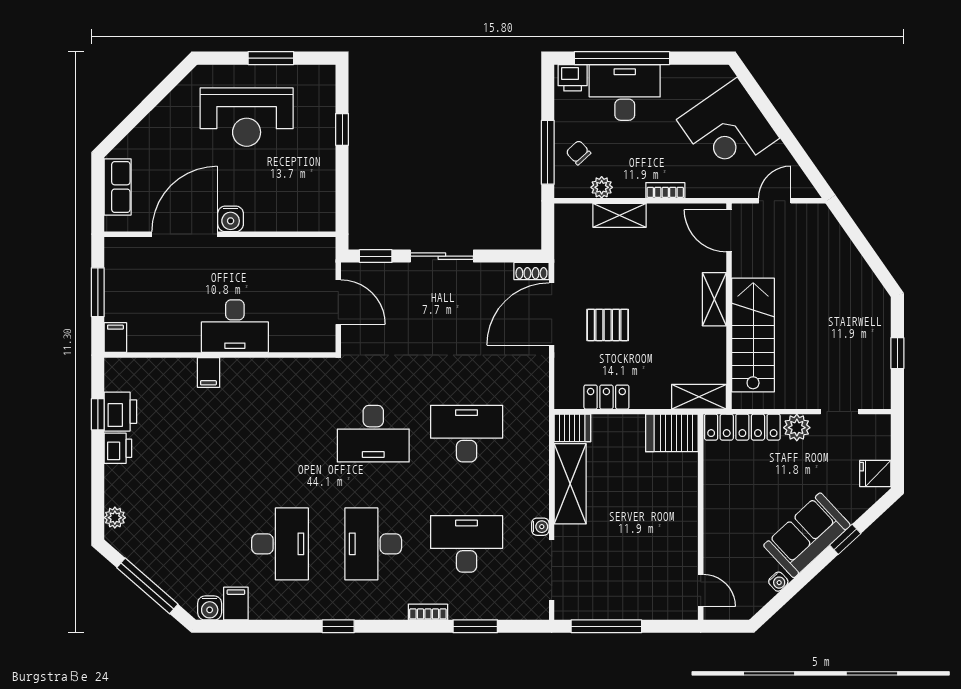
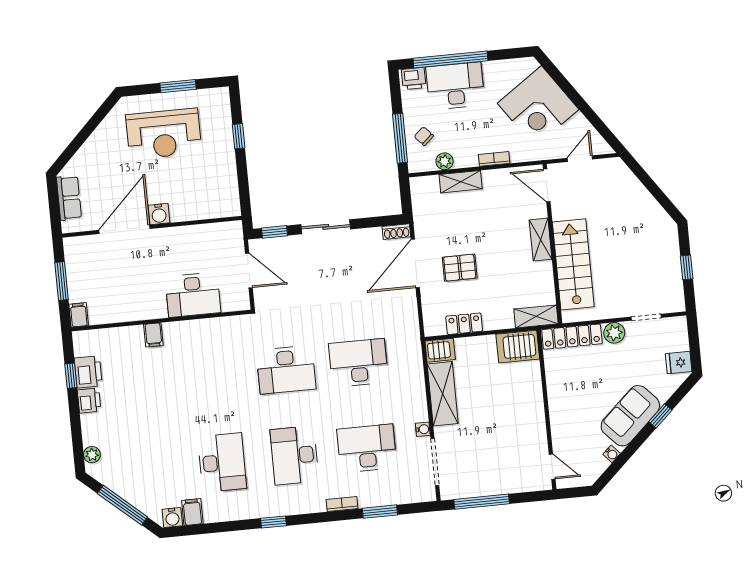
desk: (235, 326) -> (193, 295), moved

